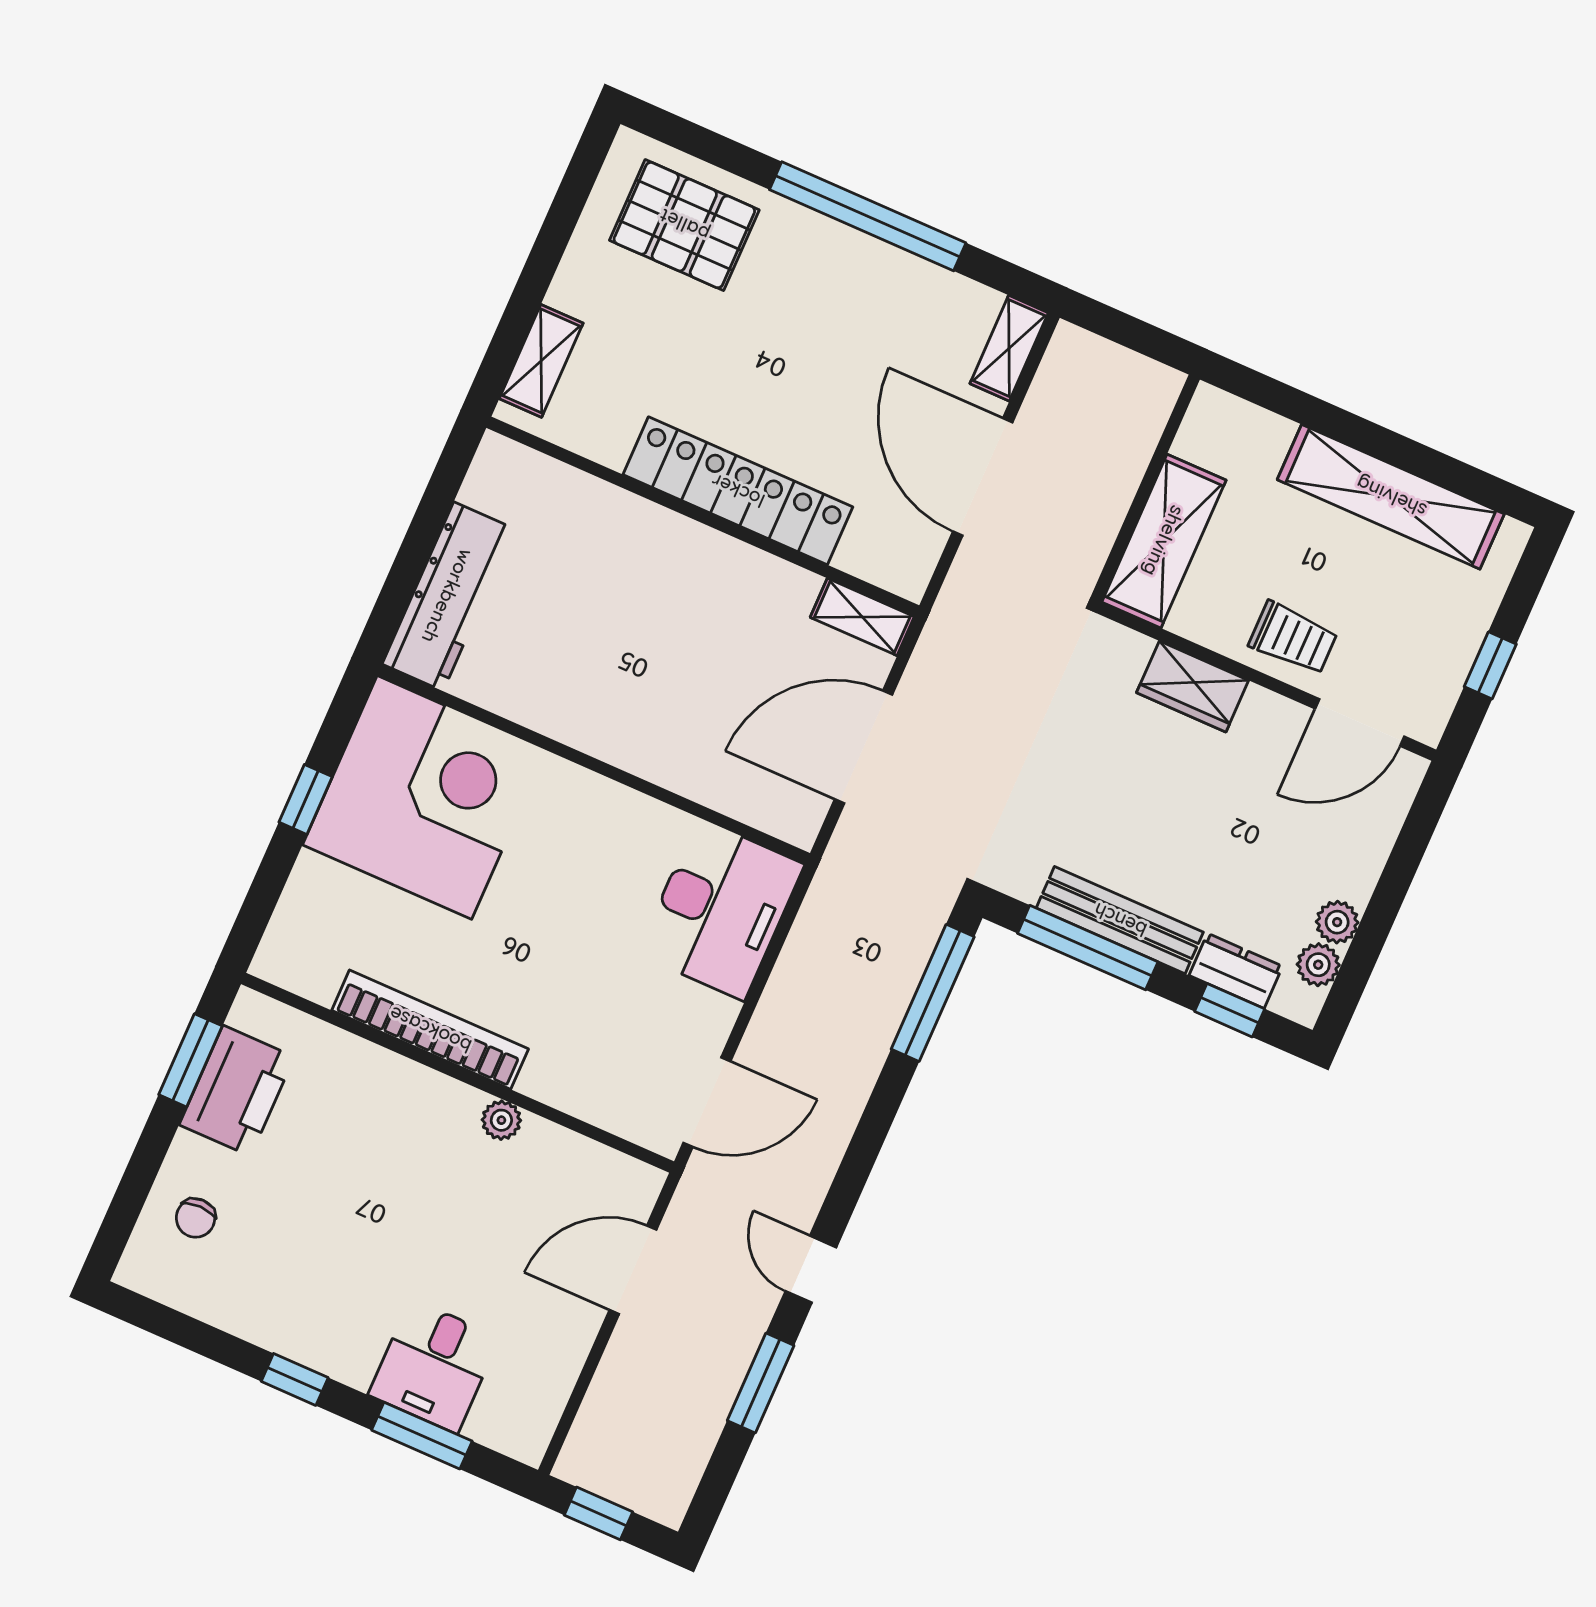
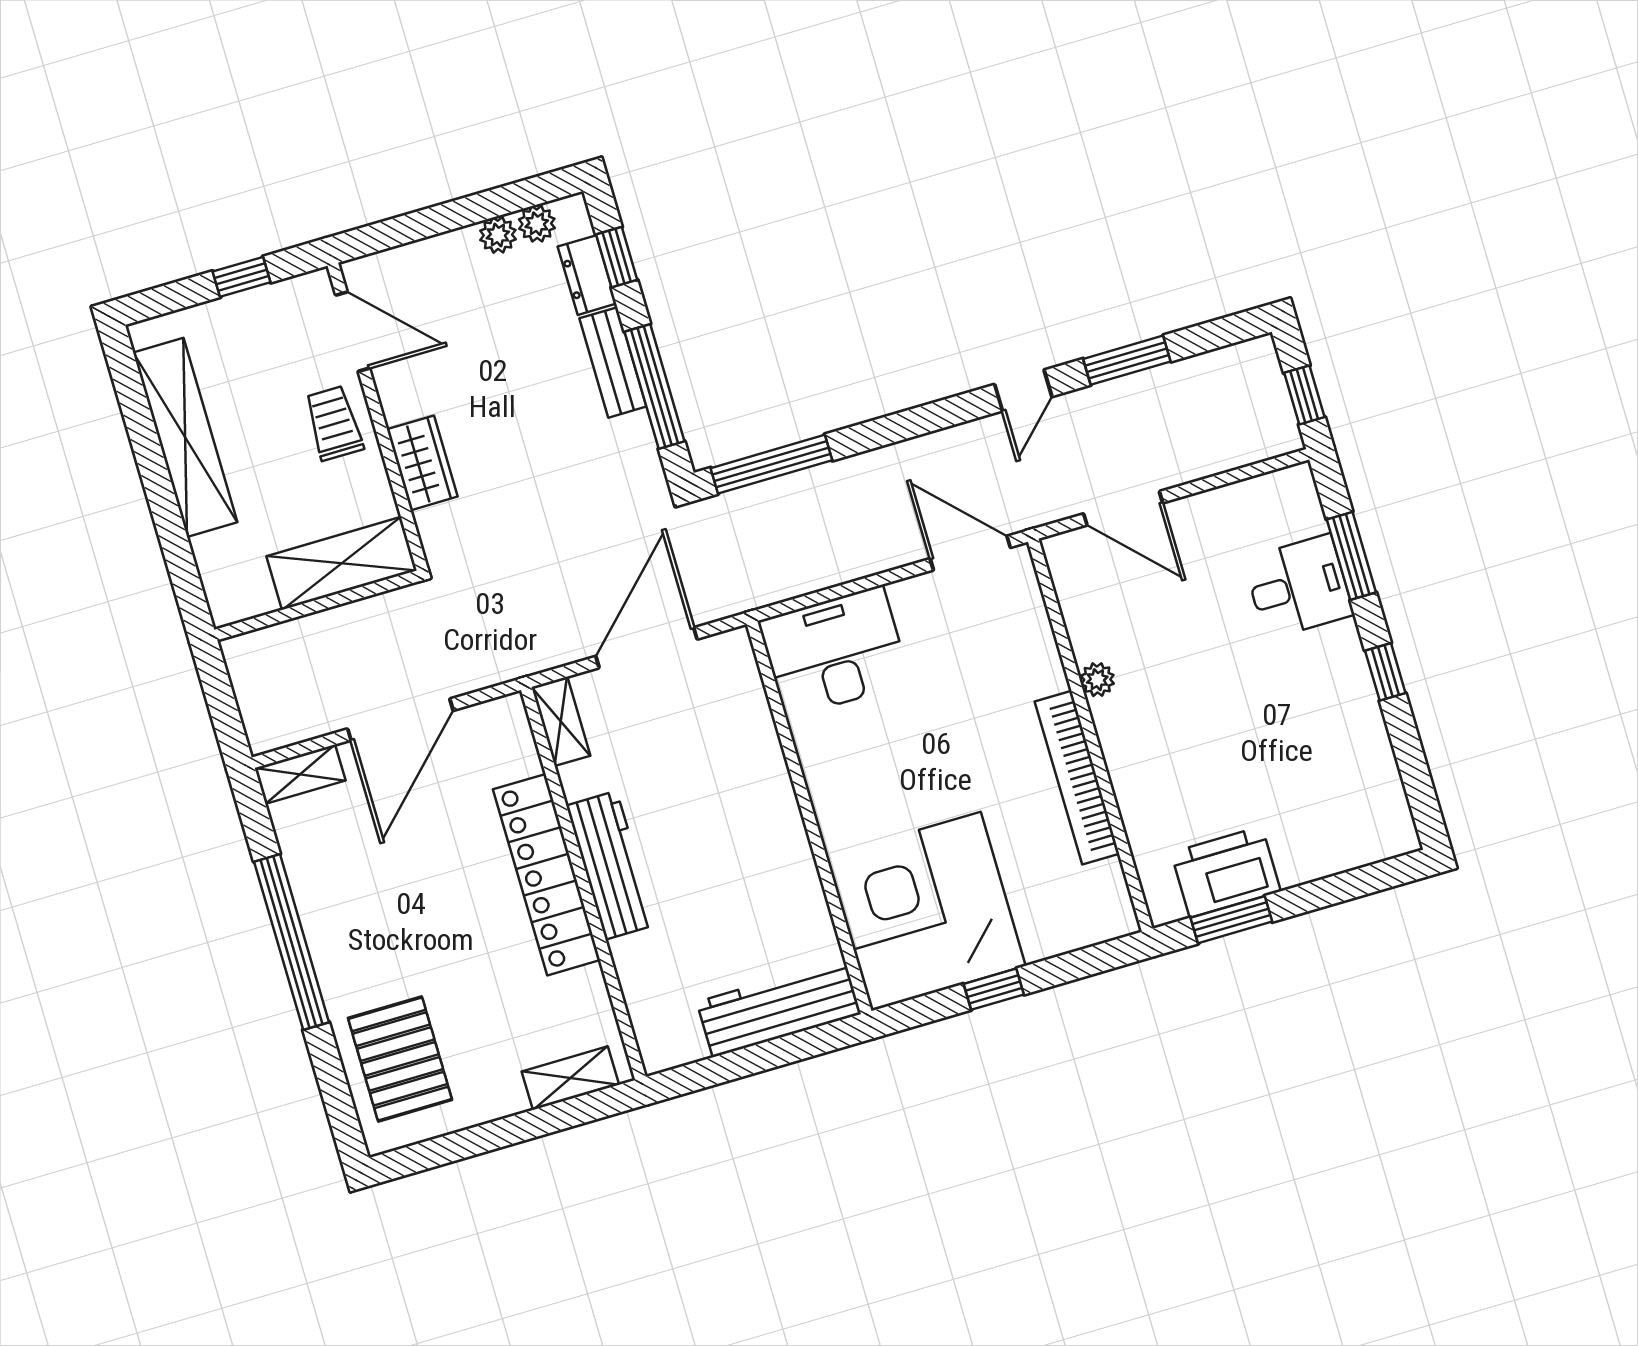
workbench: (699, 554) -> (611, 865), added
door: (864, 747) -> (646, 648), swing flipped
bench: (1120, 920) -> (613, 362), width x0.73
chair: (196, 1218) -> (1333, 828), removed

